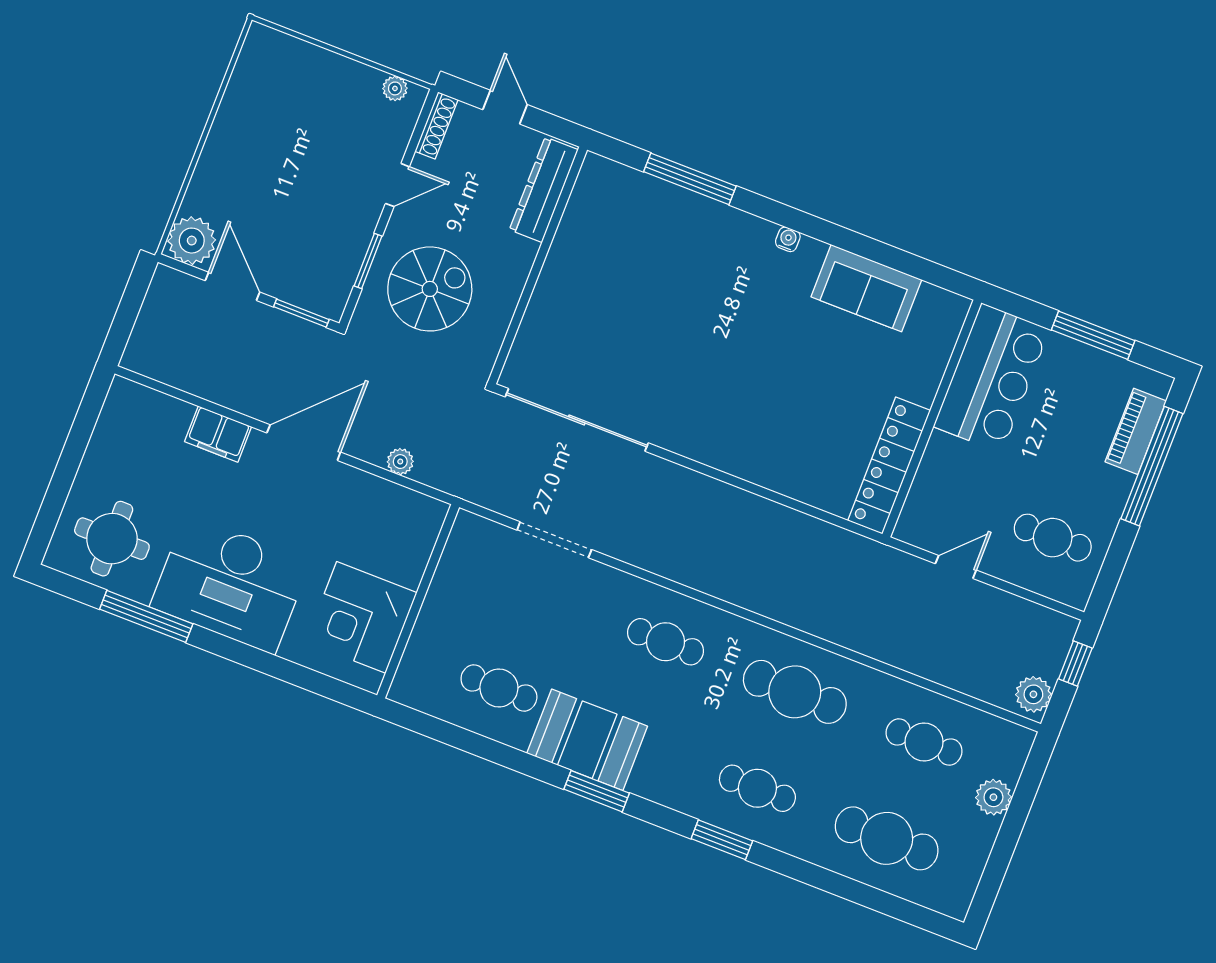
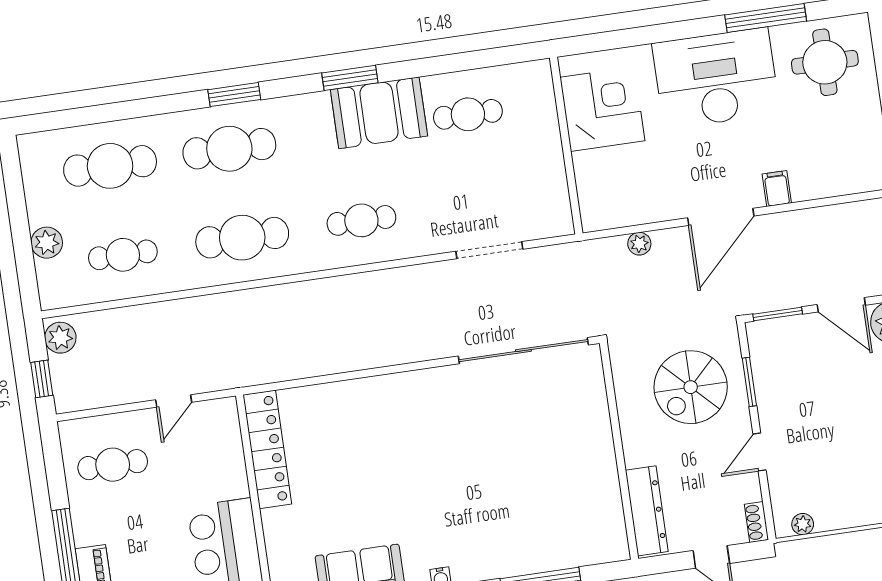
shoe rack: (436, 126) -> (757, 522), width x0.70
filing cabinet: (218, 434) -> (777, 189), width x0.50
cafe table: (757, 788) -> (229, 149), width x1.37, depth x1.35

